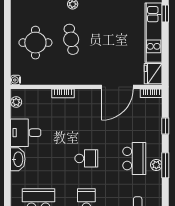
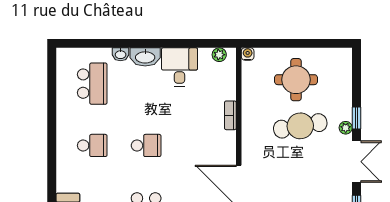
cafe table: (71, 39) -> (300, 126), width x1.37, depth x1.35
school desk: (86, 158) -> (146, 145), turned -90
washbasin: (16, 178) -> (121, 54), added

